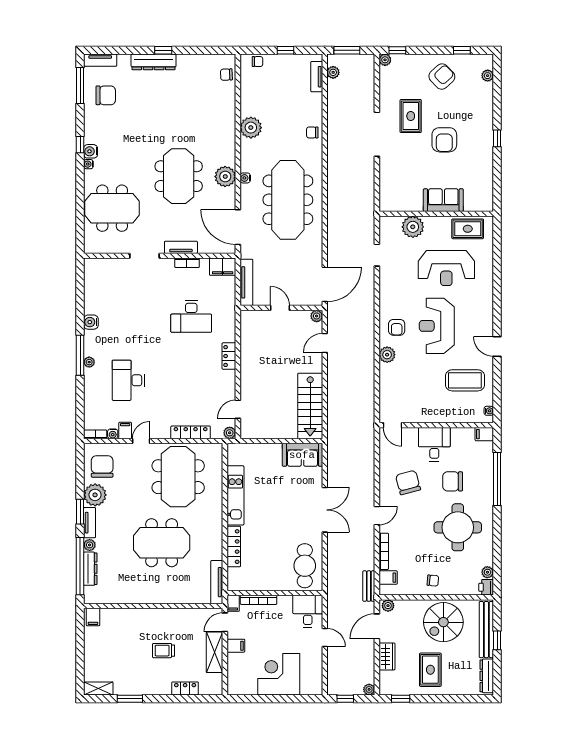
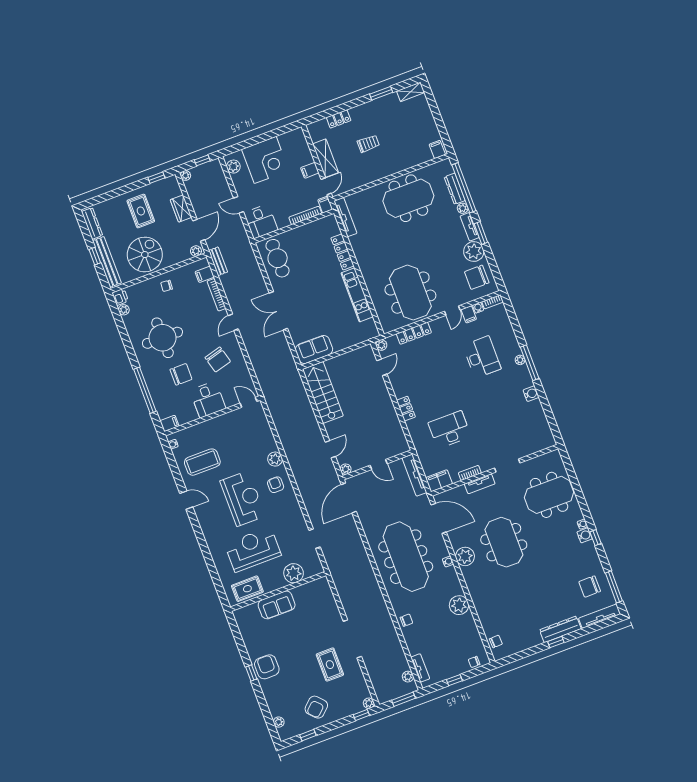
tv unit: (100, 60) -> (600, 616), width x1.41
armchair: (444, 140) -> (267, 667), moved
chair: (102, 467) -> (477, 277), turned 90
meeting table: (162, 543) -> (408, 198), moved
plant: (315, 680) -> (233, 167), added

